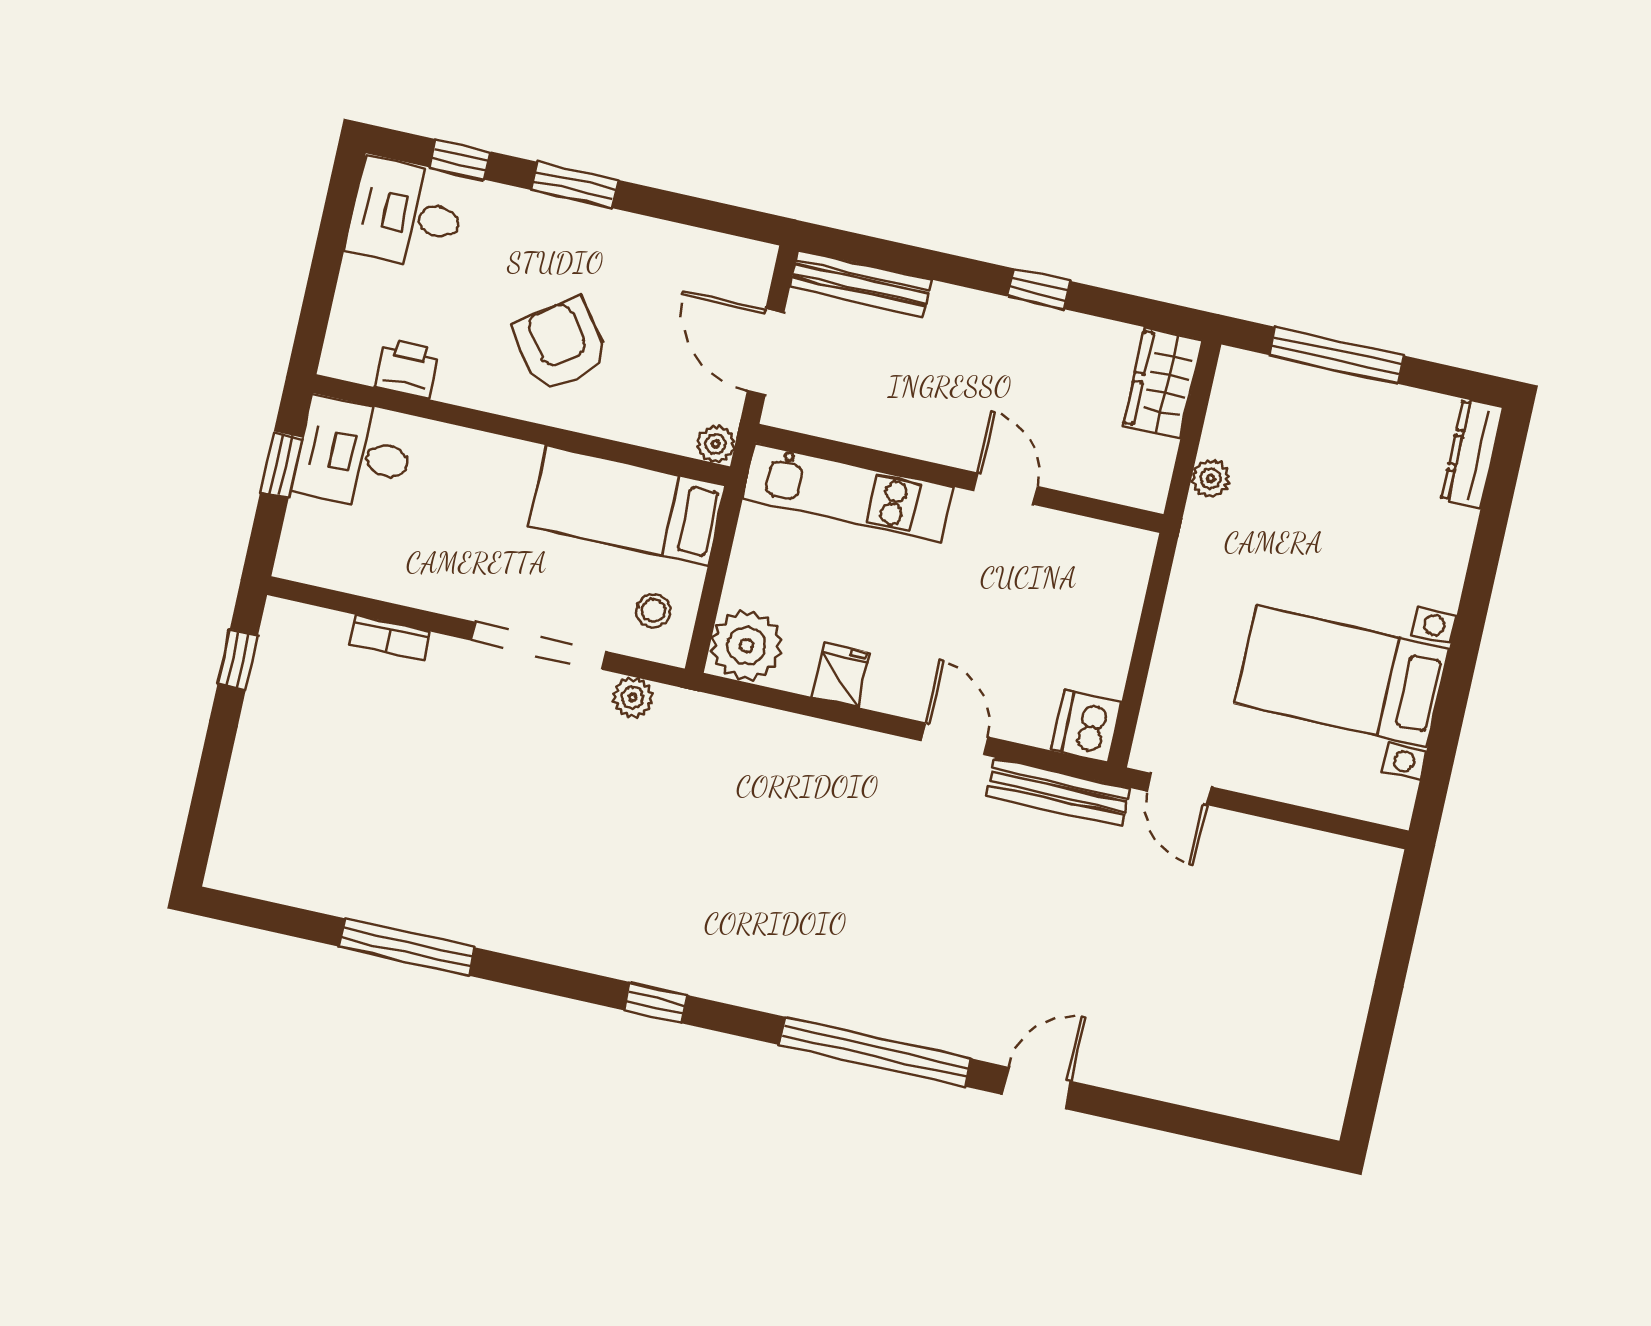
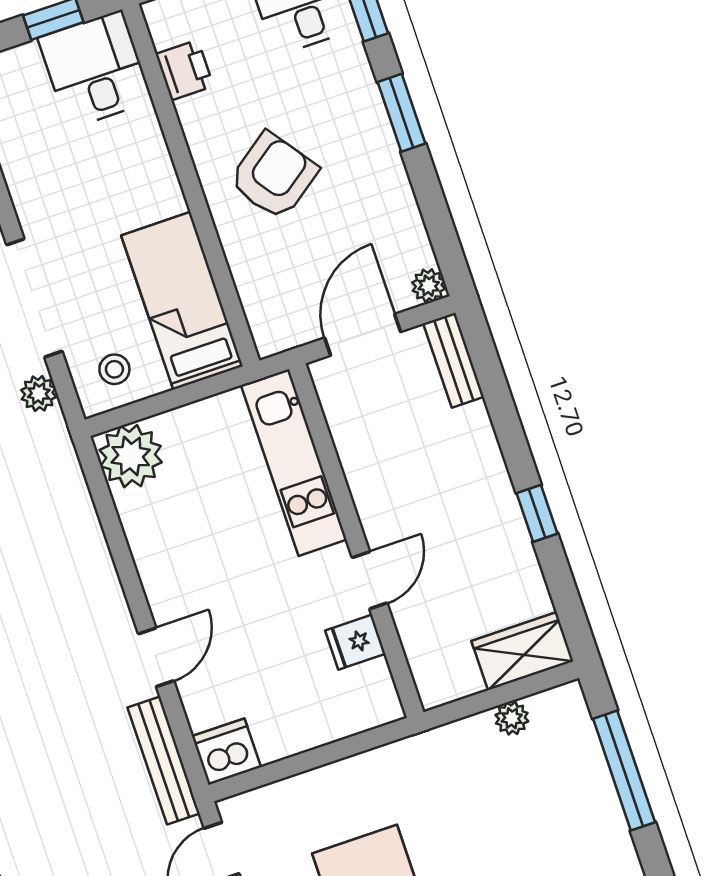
bench: (861, 283) -> (454, 360), width x0.73
plant: (716, 444) -> (429, 286), moved
plant: (1211, 478) -> (512, 718), moved
fridge: (841, 675) -> (355, 642), moved, turned 180

